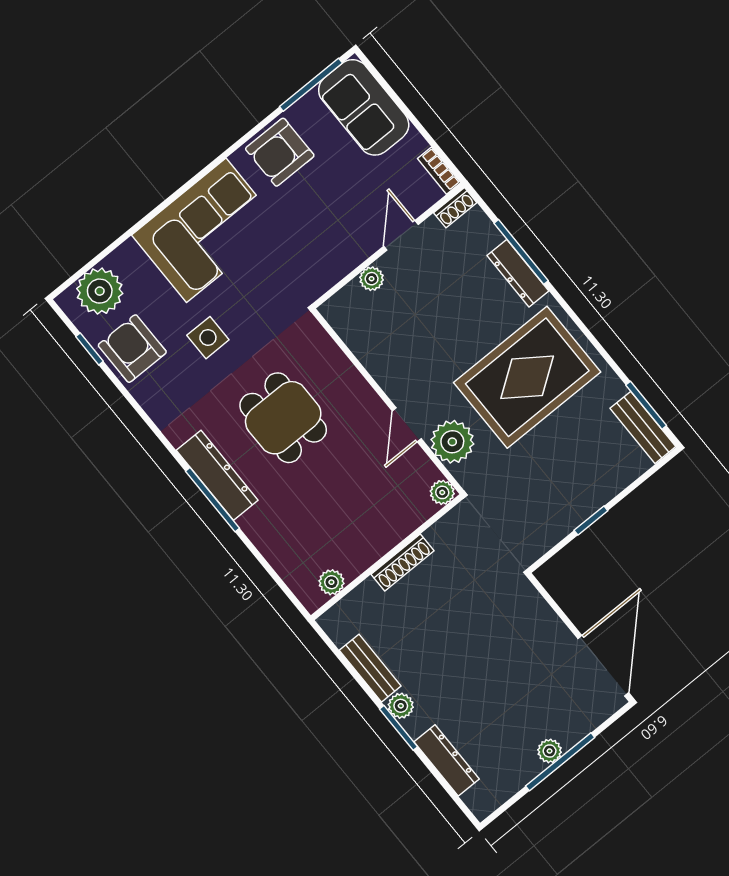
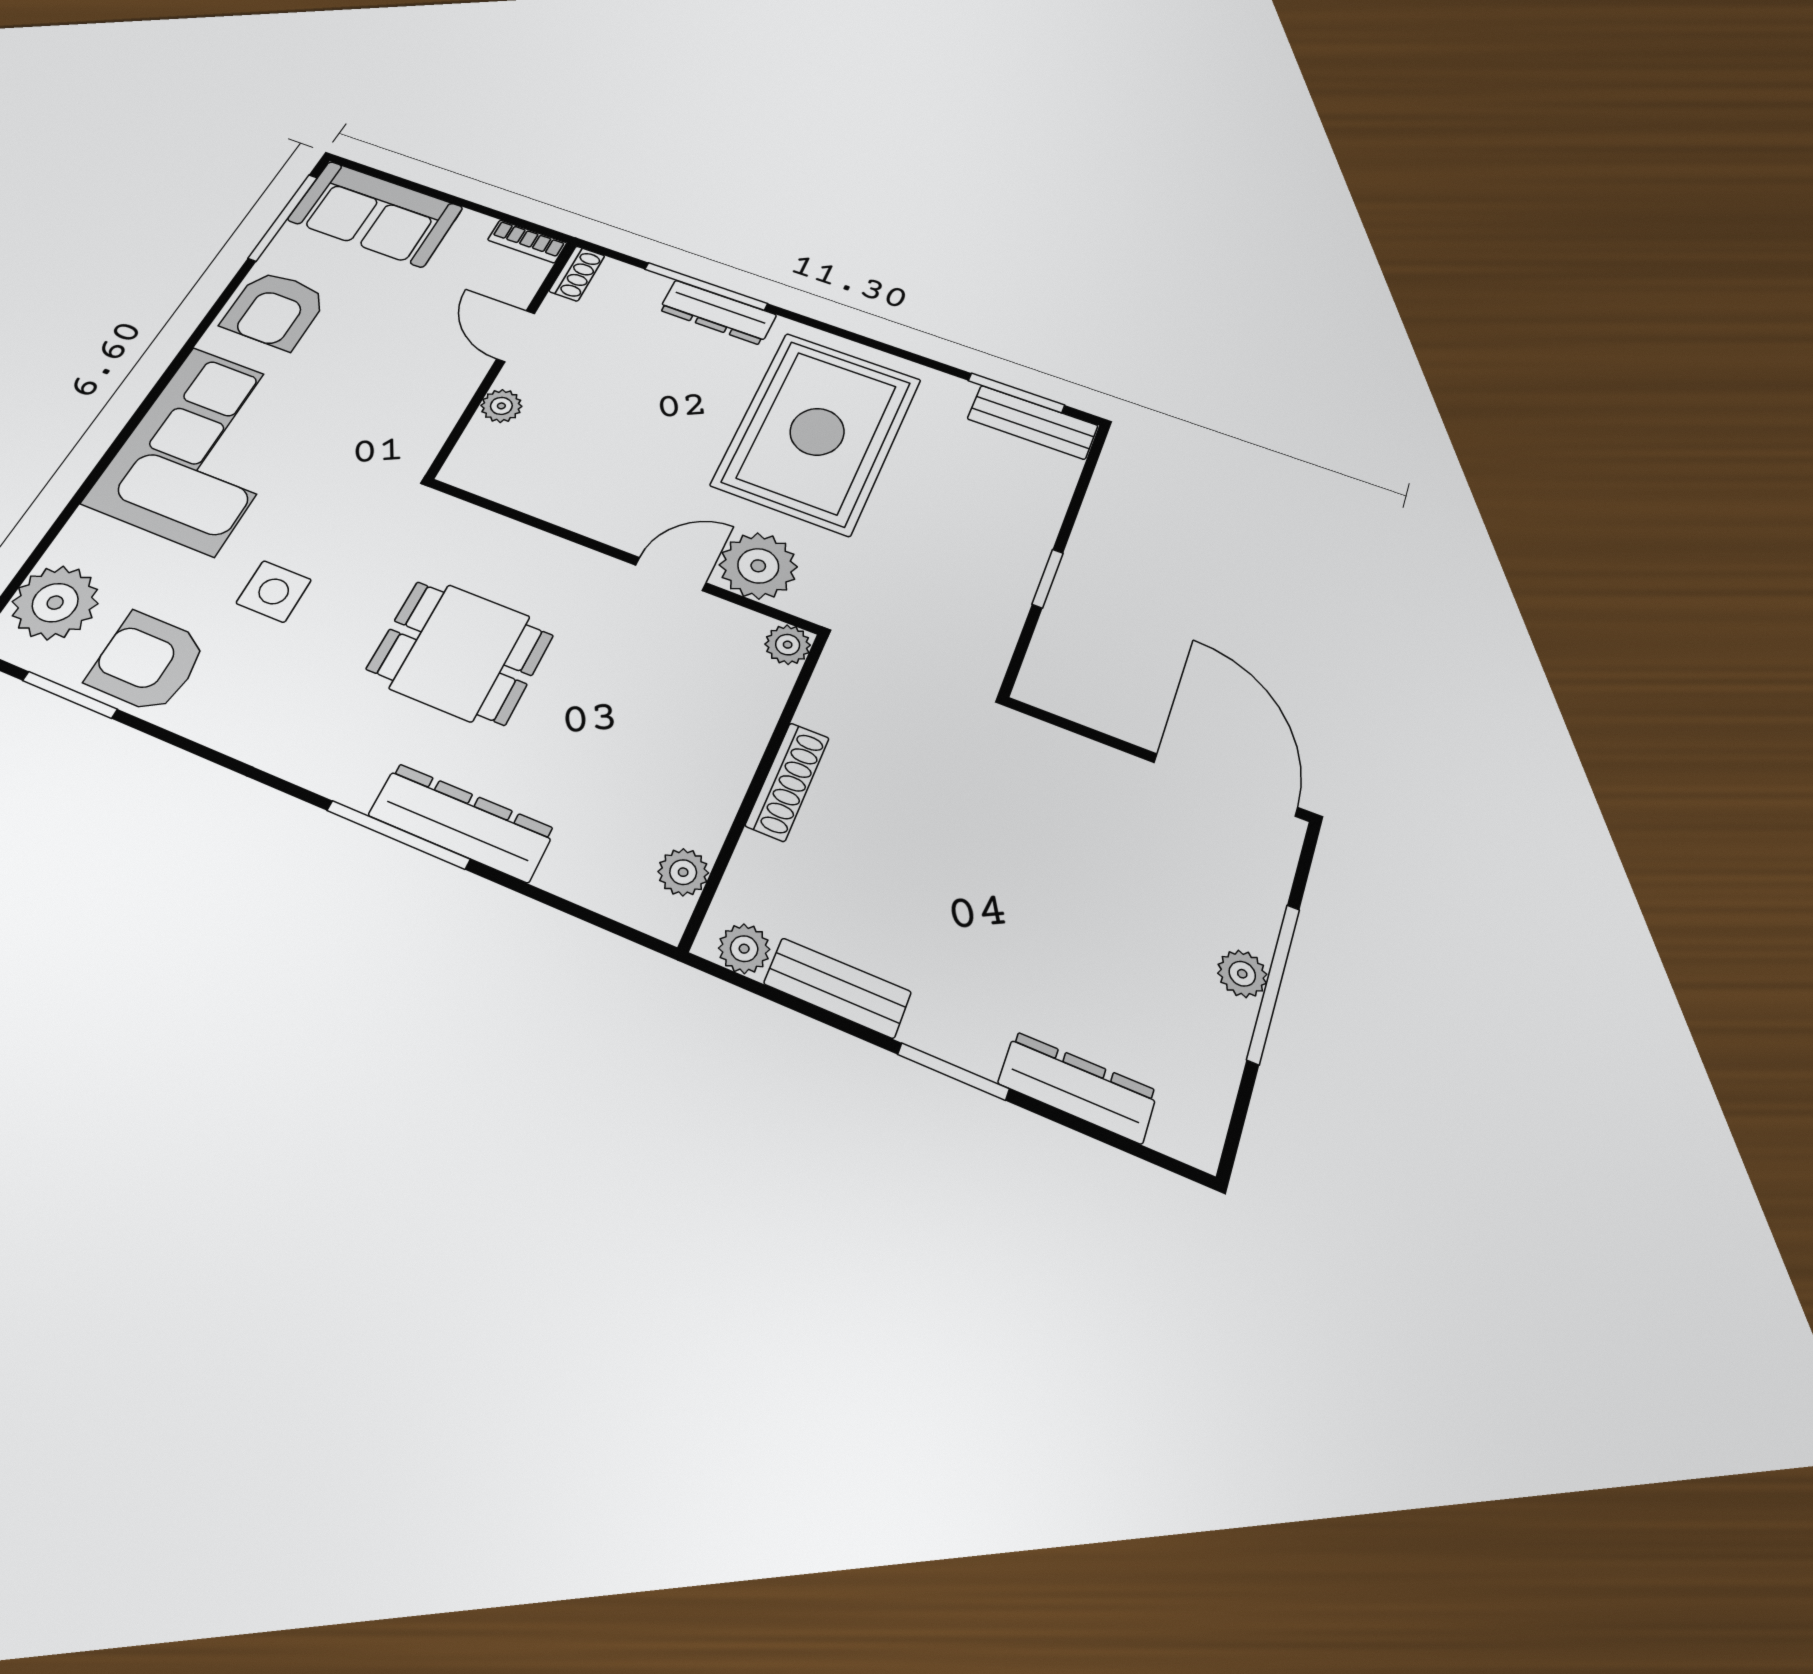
window: (89, 349) -> (70, 695), width x1.50
door: (407, 425) -> (671, 574), swing flipped
dresser: (217, 475) -> (462, 822), moved
plant: (401, 706) -> (744, 949), moved

